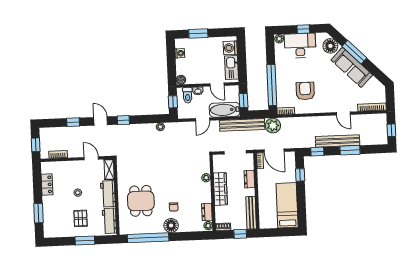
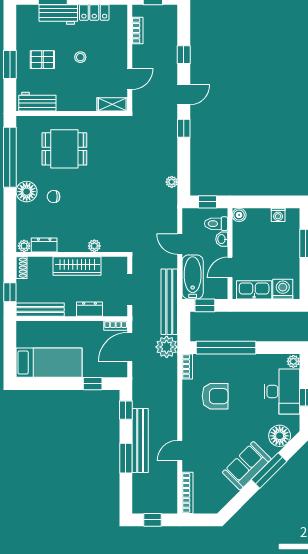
sofa: (352, 67) -> (247, 466), width x0.73
workbench: (108, 194) -> (58, 15), moved, turned 180

